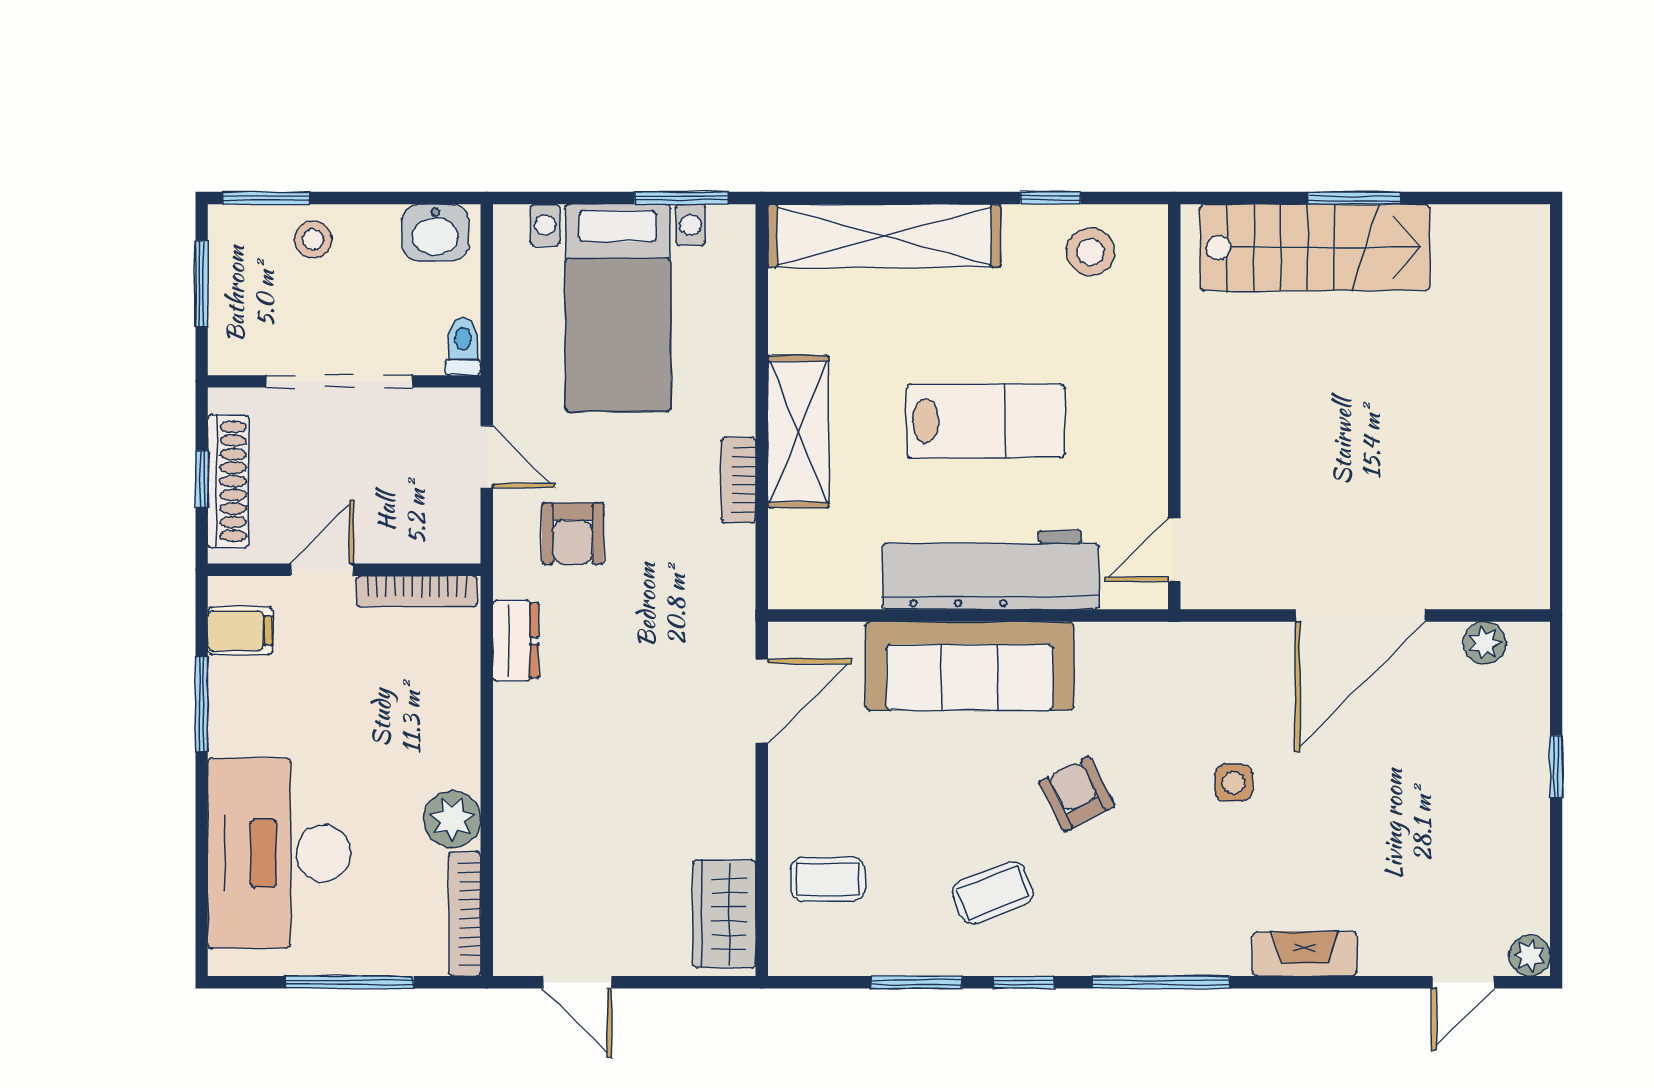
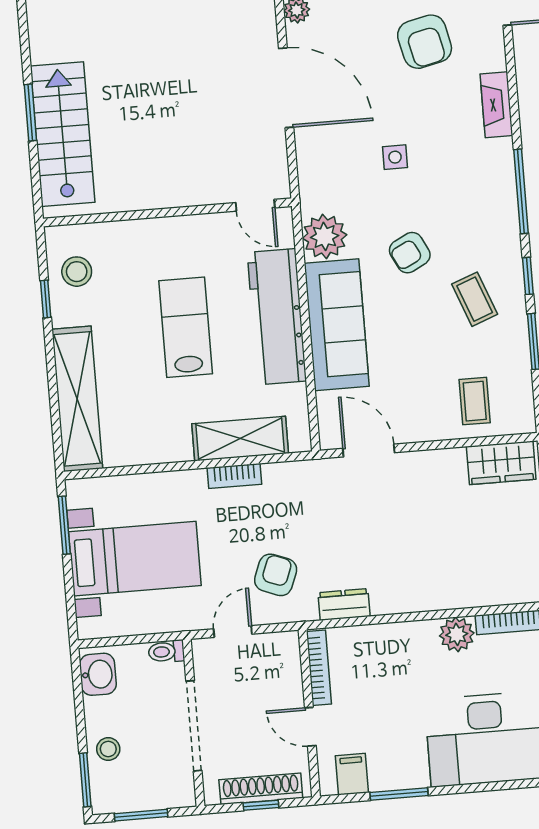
shelving: (798, 432) -> (240, 439), moved
armchair: (573, 534) -> (276, 575), turned -69
plant: (1114, 658) -> (325, 236), added
armchair: (1417, 846) -> (425, 42), added

